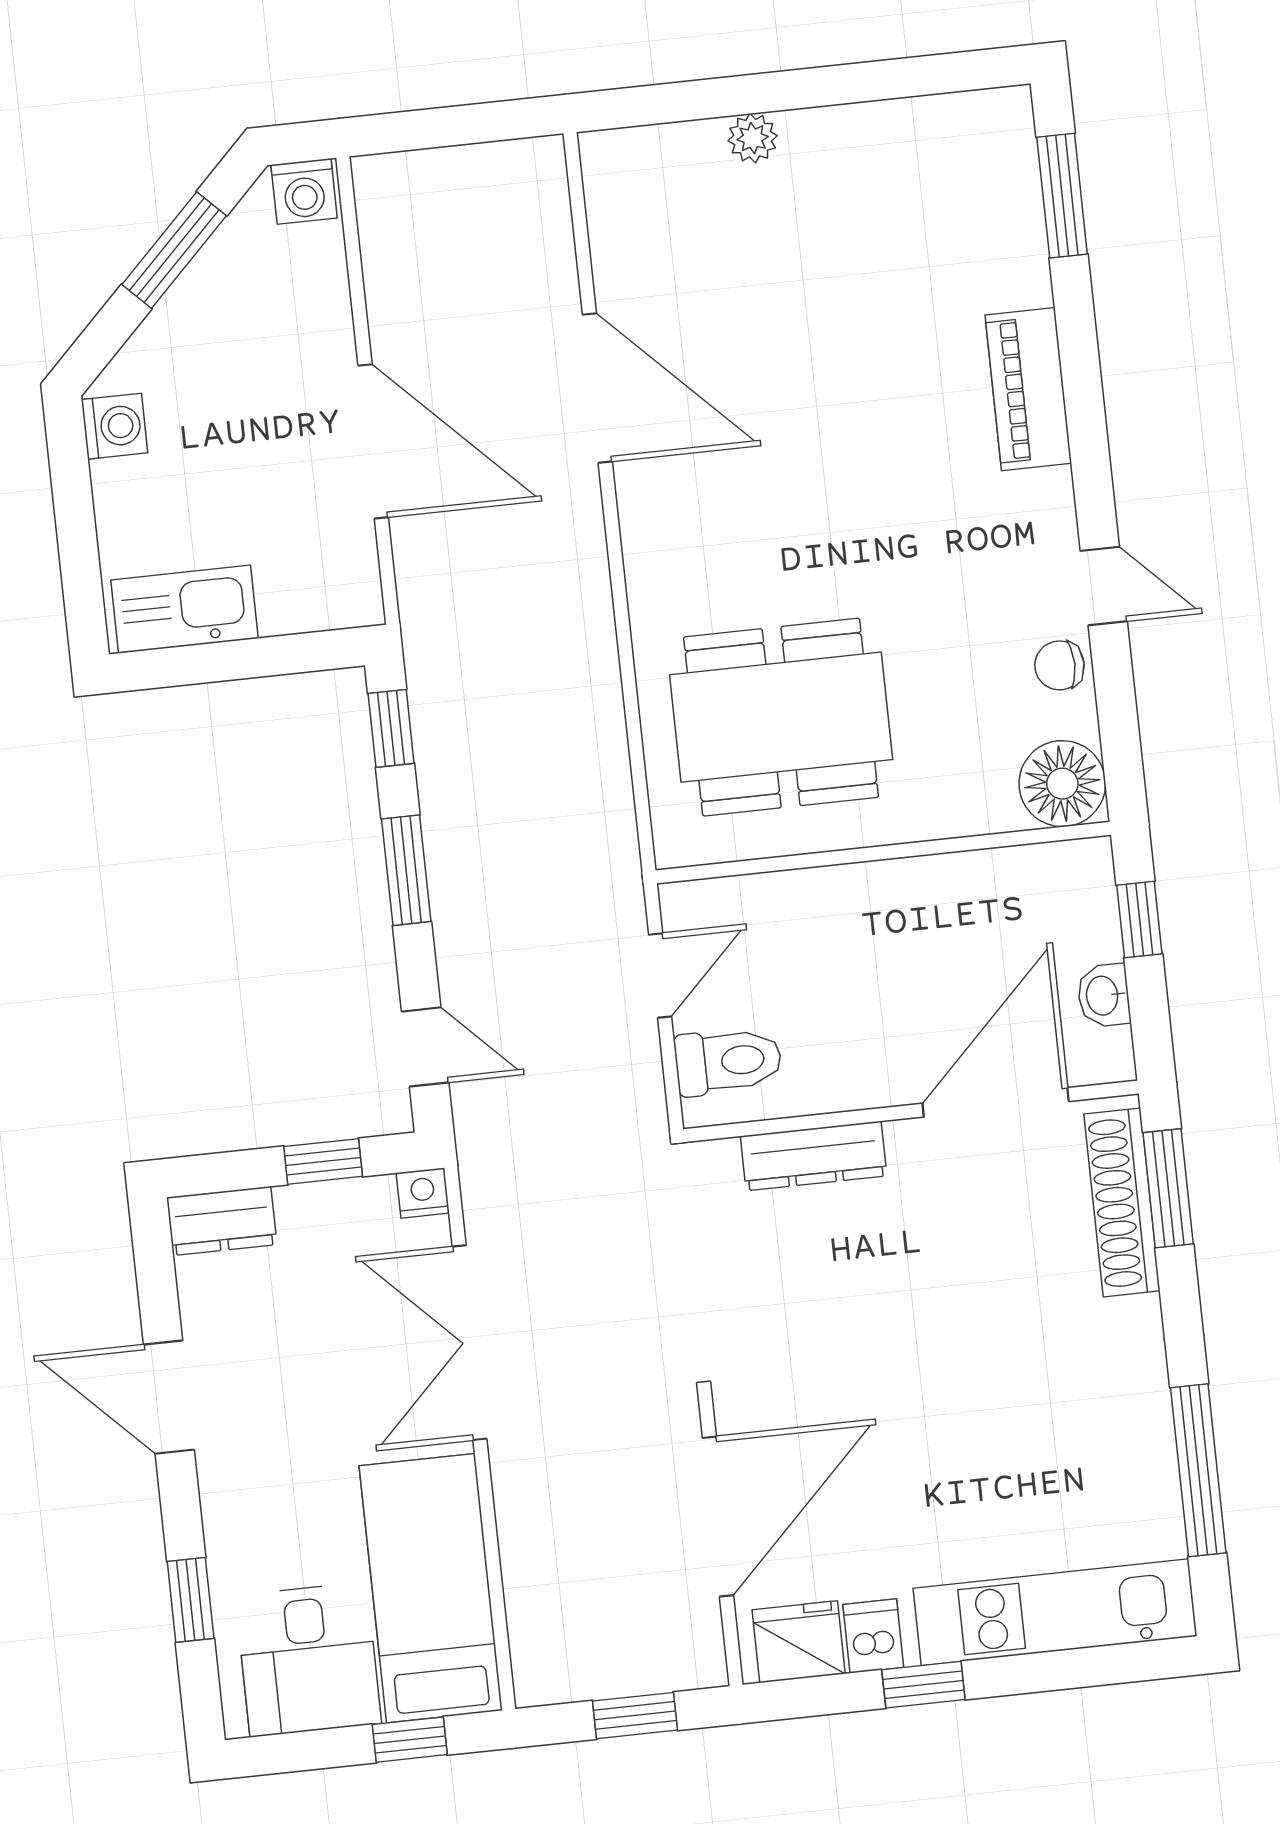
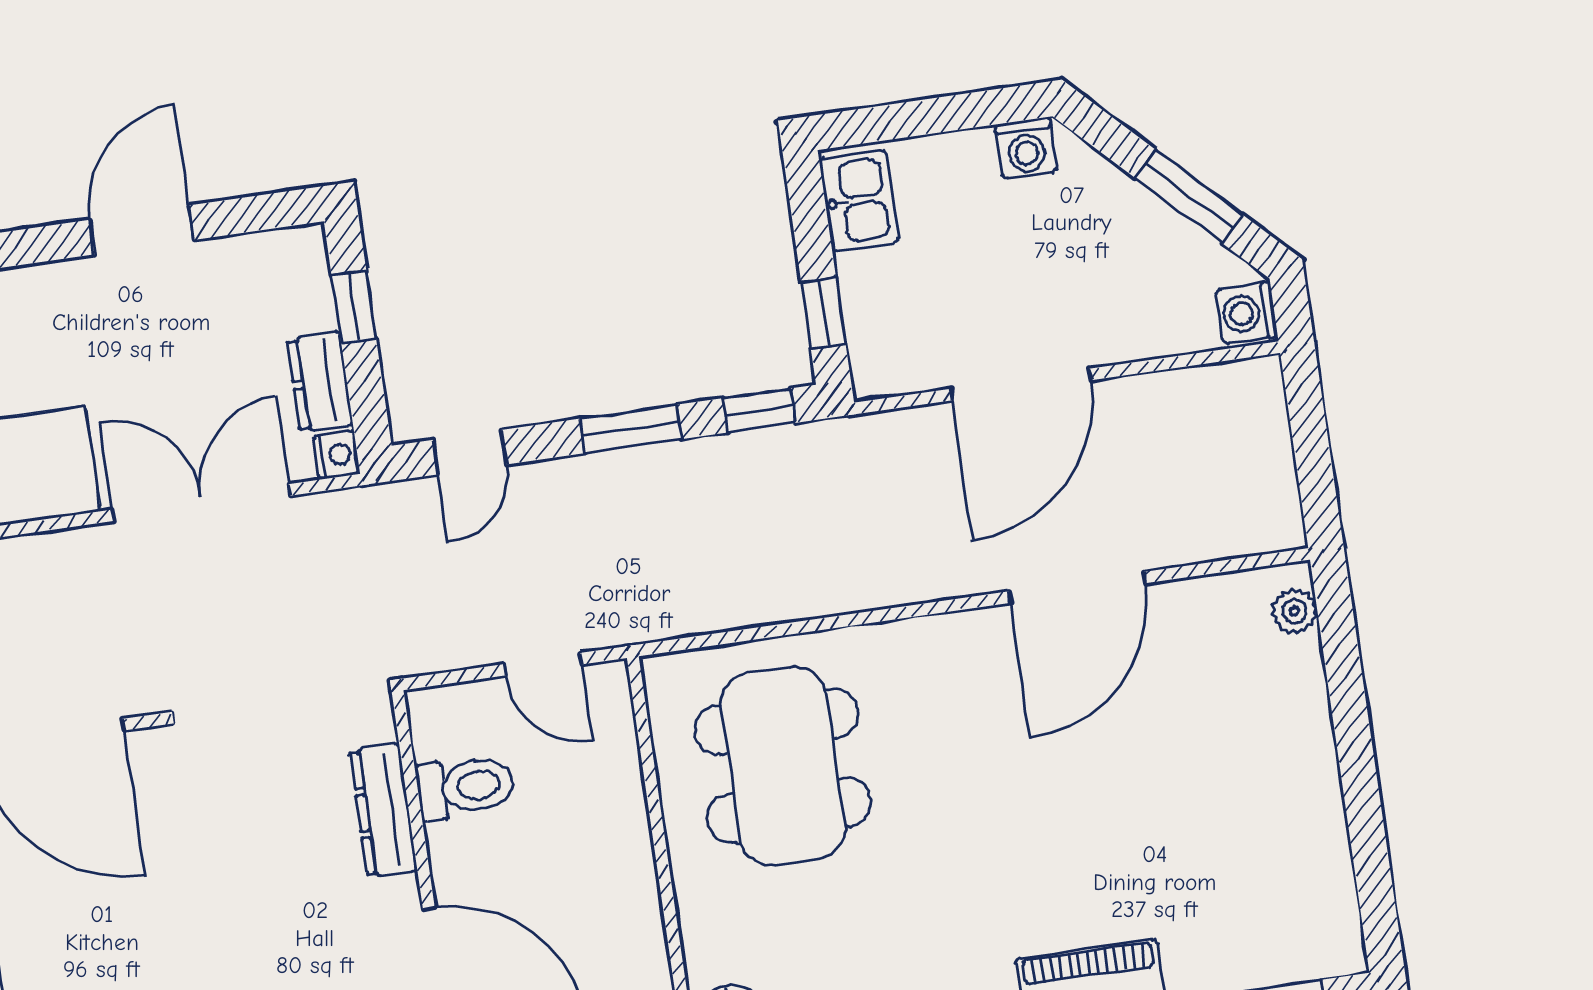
plant: (753, 138) -> (1295, 611), moved
kitchen sink: (184, 609) -> (859, 200), width x0.73
window: (287, 654) -> (823, 313), added
toilet: (728, 1061) -> (465, 787), moved, turned -90
window: (323, 1161) -> (354, 307), moved
dresser: (222, 1221) -> (320, 382), moved

